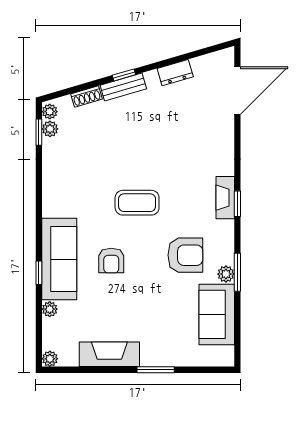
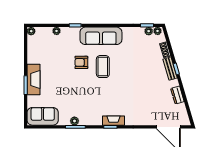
coffee table: (137, 203) -> (103, 67), moved
armchair: (185, 255) -> (84, 100), removed
sofa: (59, 259) -> (101, 36), moved
sofa: (217, 314) -> (43, 116), moved
fireplace: (109, 354) -> (33, 80), moved

